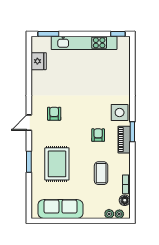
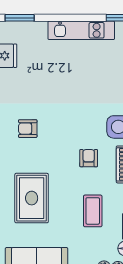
kitchen unit: (84, 43) -> (81, 30), width x0.73
armchair: (54, 114) -> (28, 129), turned -90

